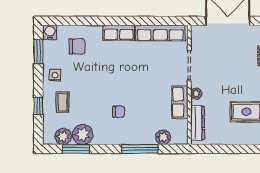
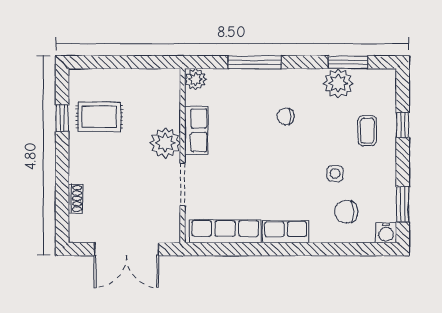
side table: (55, 75) -> (335, 174), moved
plant: (196, 94) -> (165, 143), width x1.88, depth x1.88
dresser: (198, 123) -> (171, 101), removed
plant: (63, 136) -> (367, 80), removed
plant: (163, 137) -> (195, 79), moved

